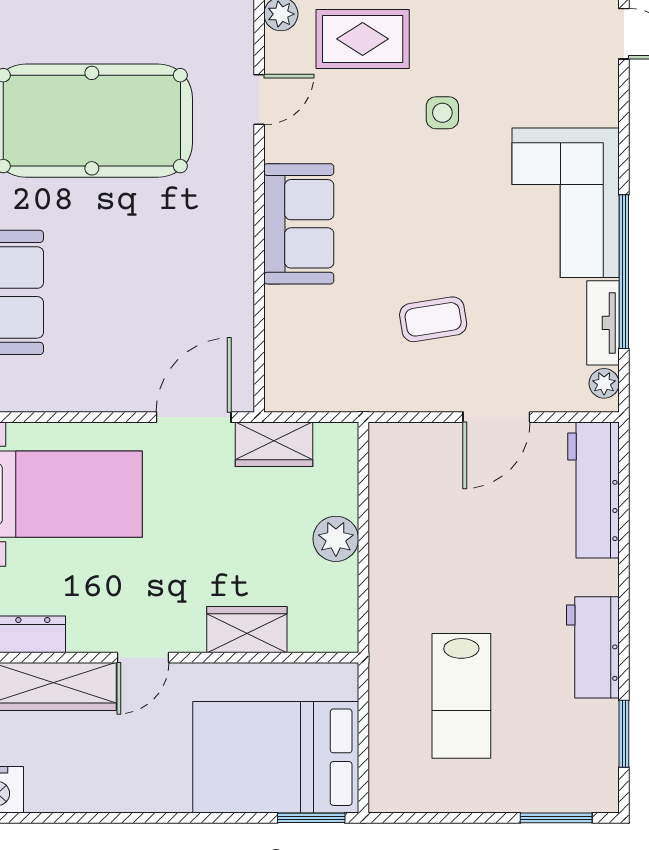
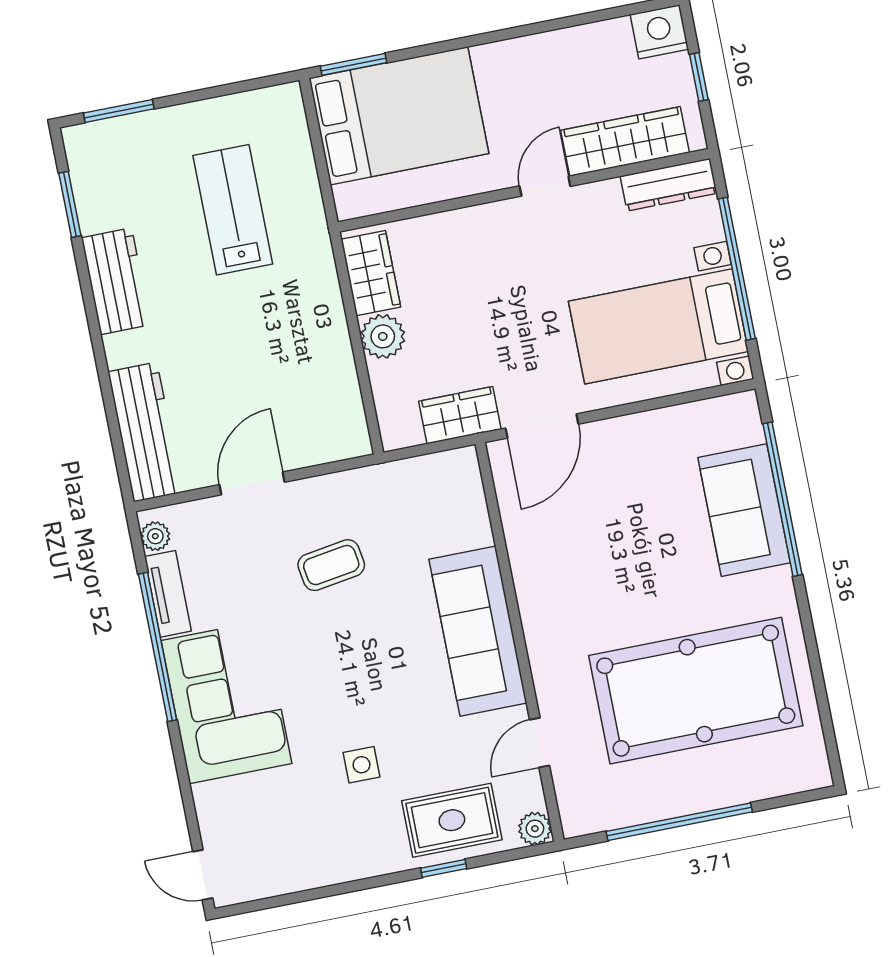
sofa: (299, 224) -> (478, 631), width x1.36
wardrobe: (247, 630) -> (371, 273), moved, turned -90

